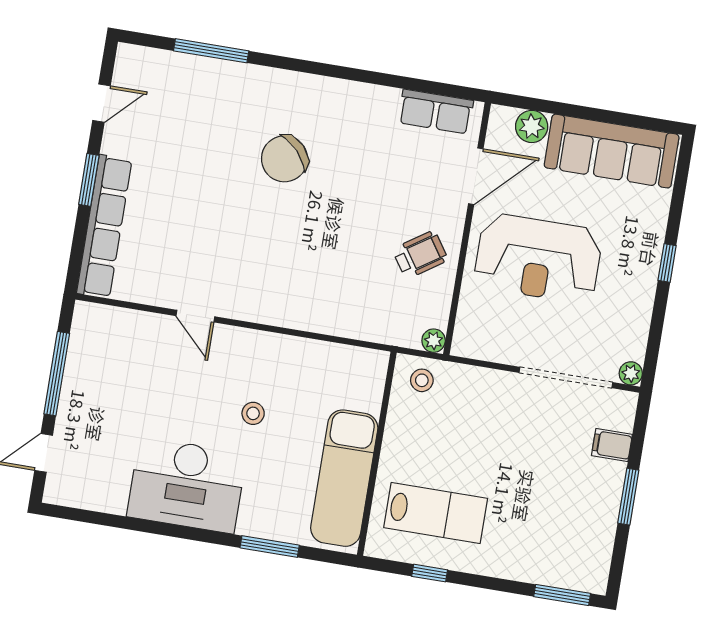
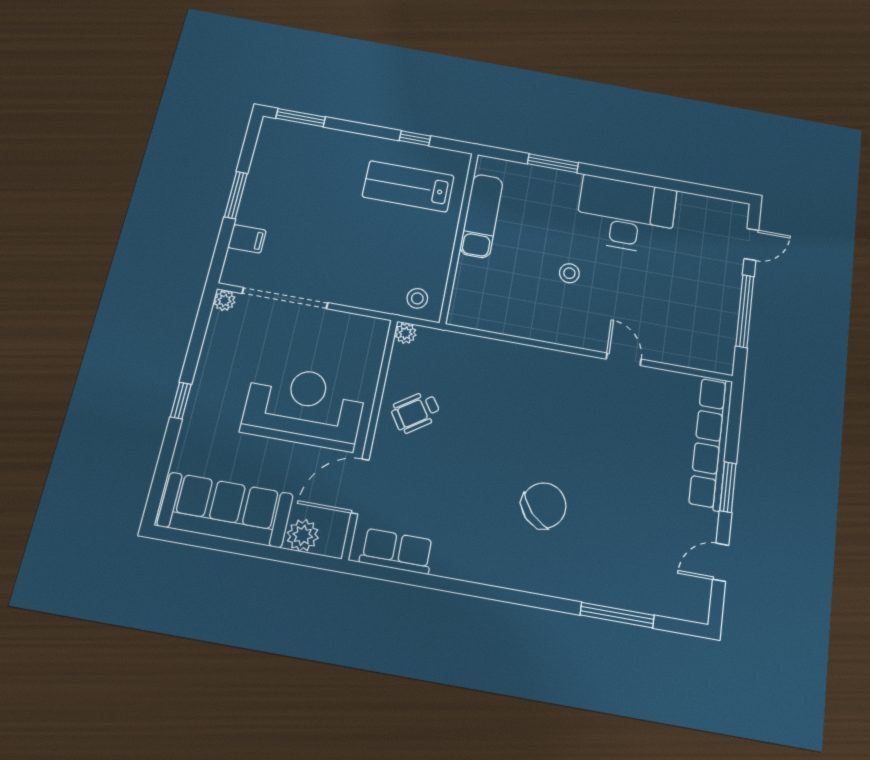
exam couch: (344, 478) -> (481, 216), width x0.73, depth x0.69

